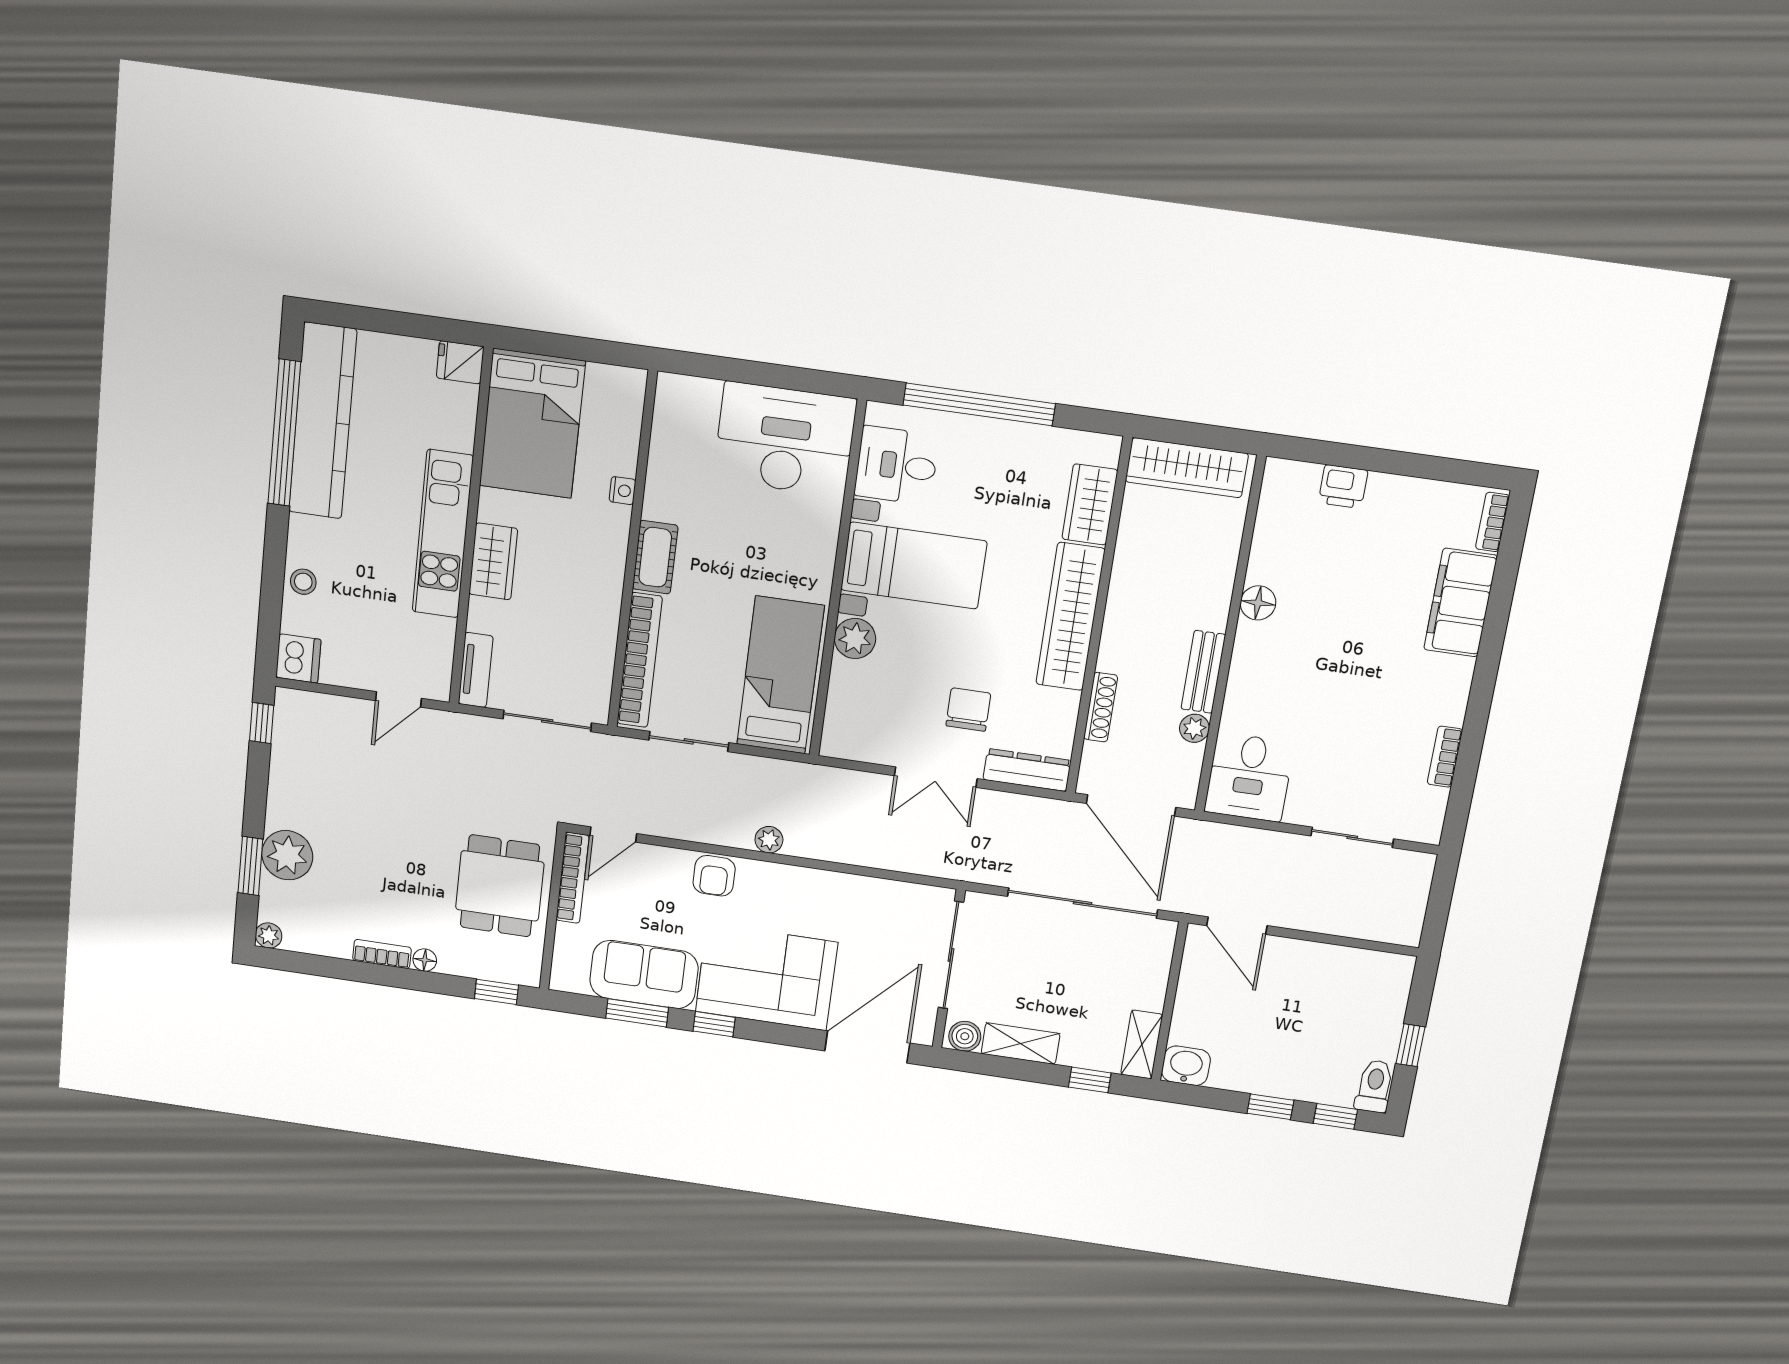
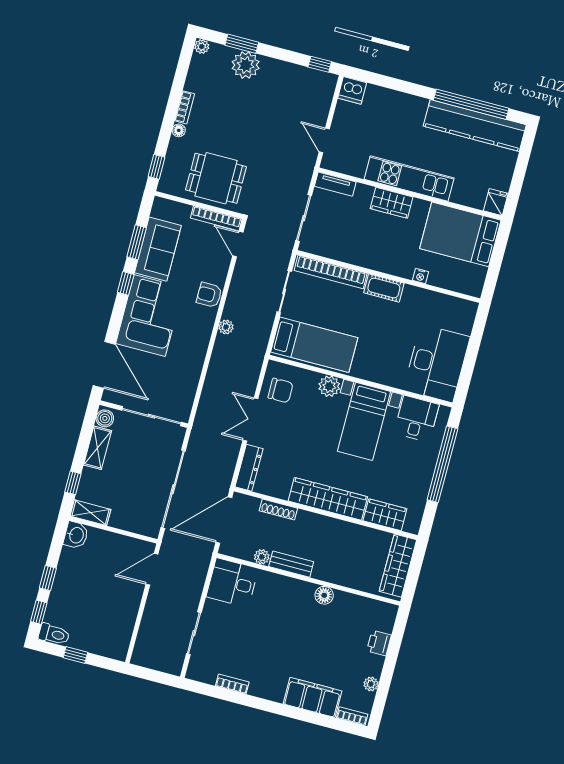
plant: (1426, 493) -> (371, 684), added
stool: (303, 582) -> (393, 100), removed
chair: (968, 710) -> (280, 390), moved

